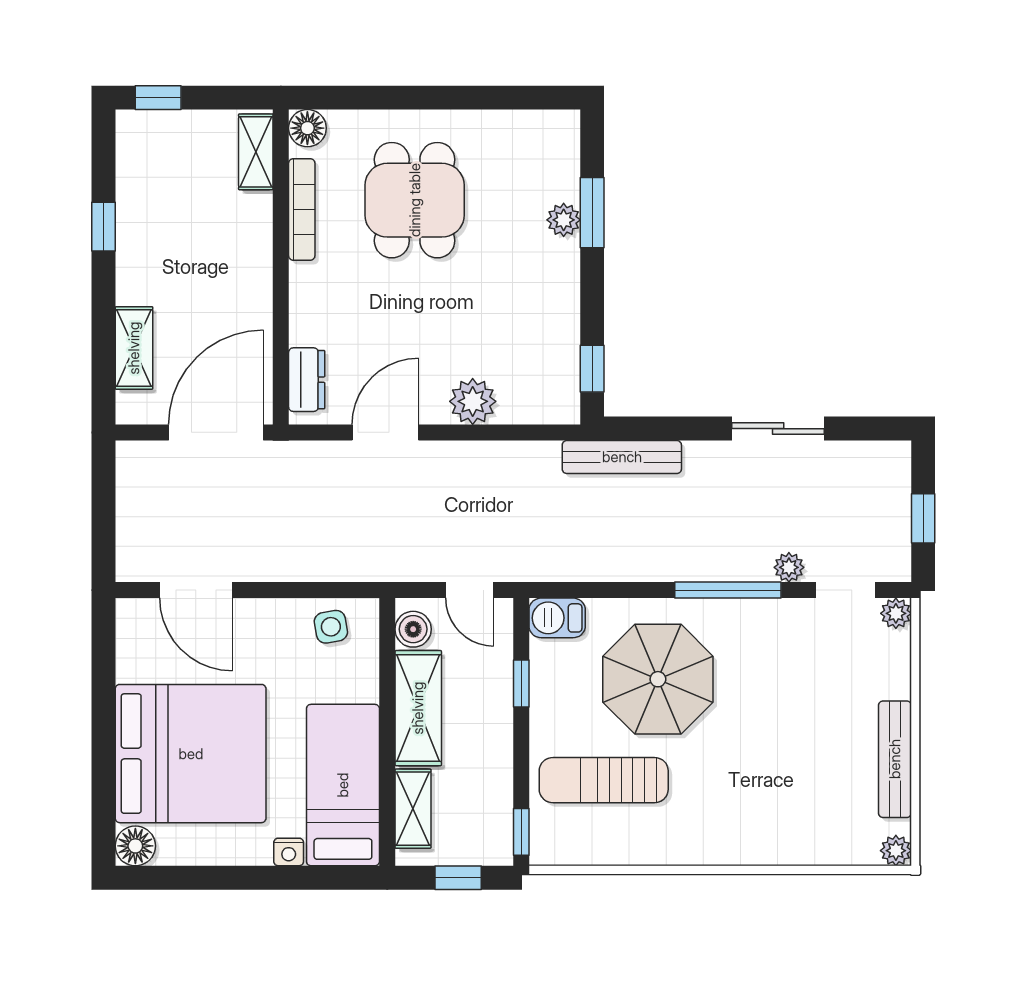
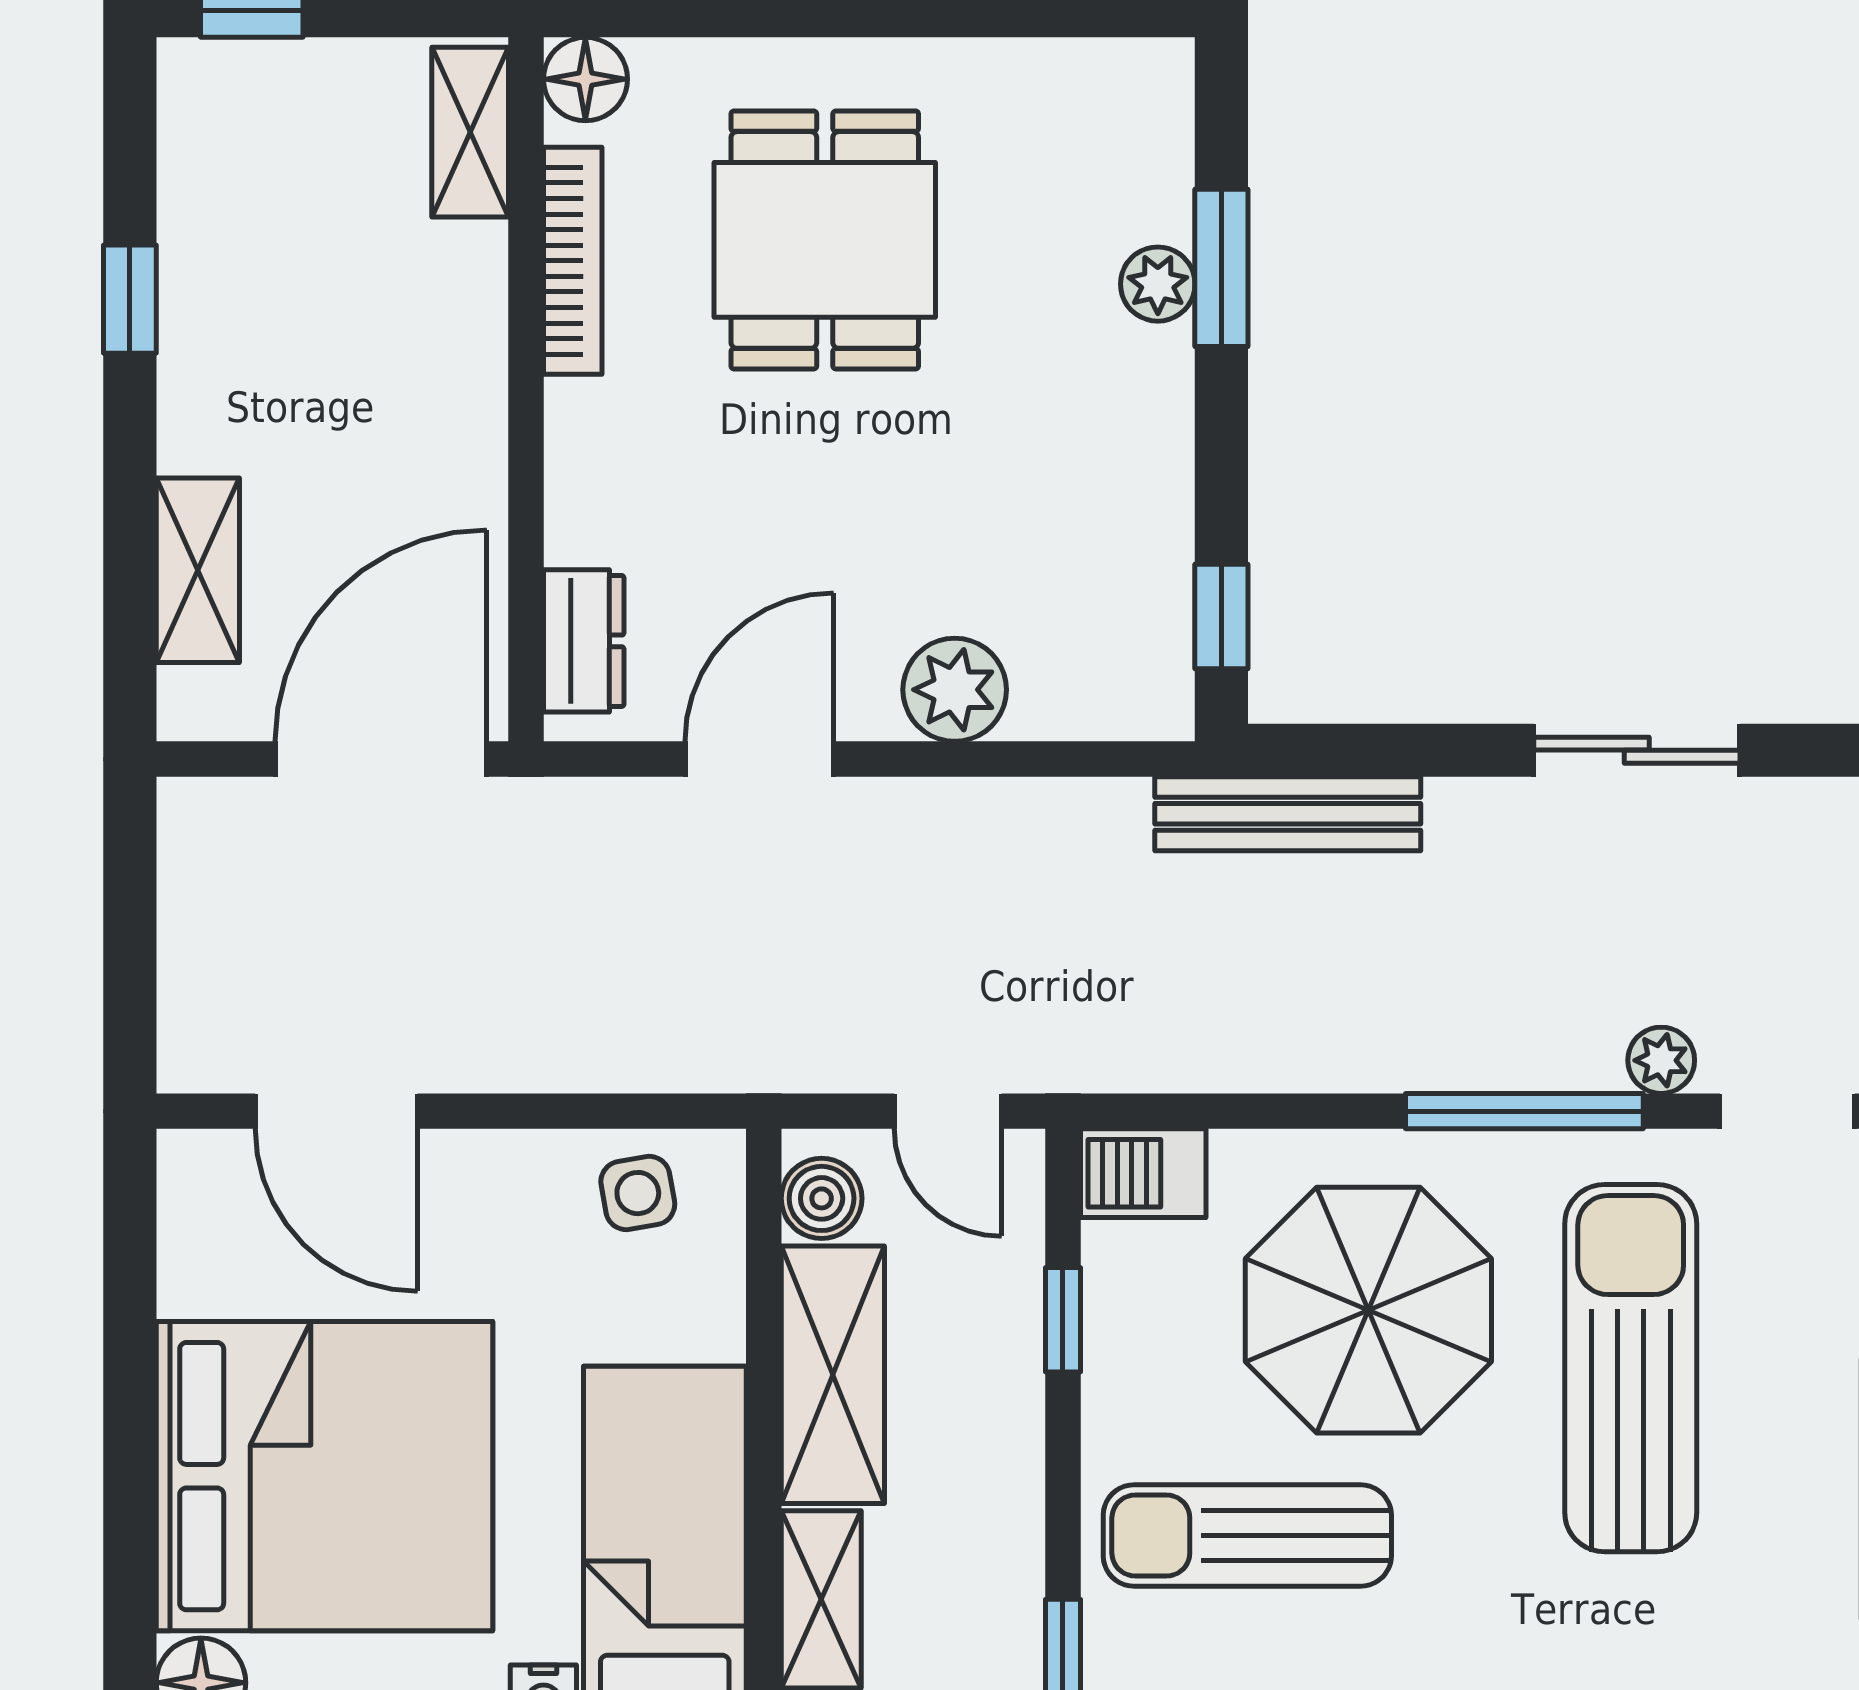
sun lounger: (775, 705) -> (1631, 1368), added

